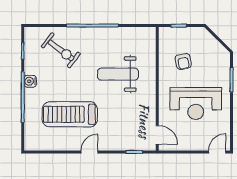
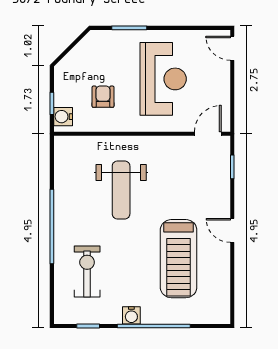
water cooler: (169, 33) -> (63, 117), added
exercise bike: (61, 50) -> (87, 271), turned -37
armchair: (183, 61) -> (103, 97), turned -79

